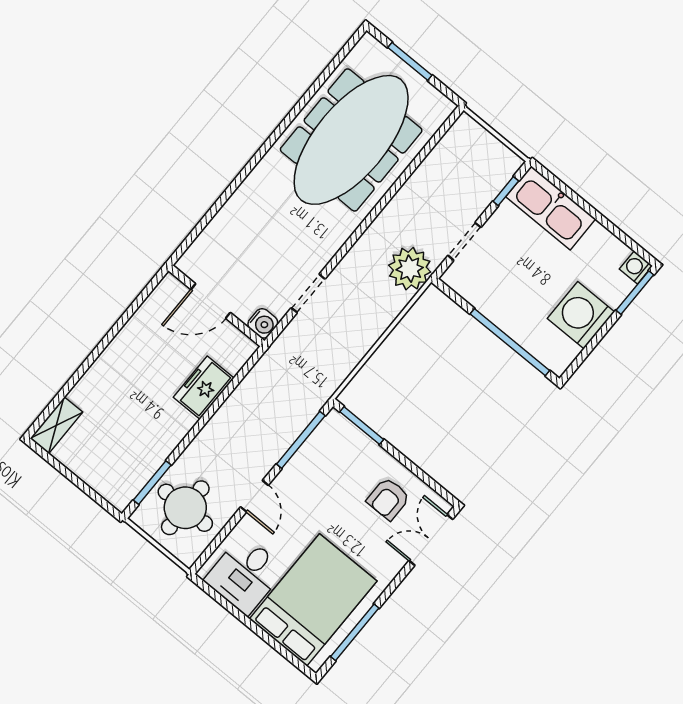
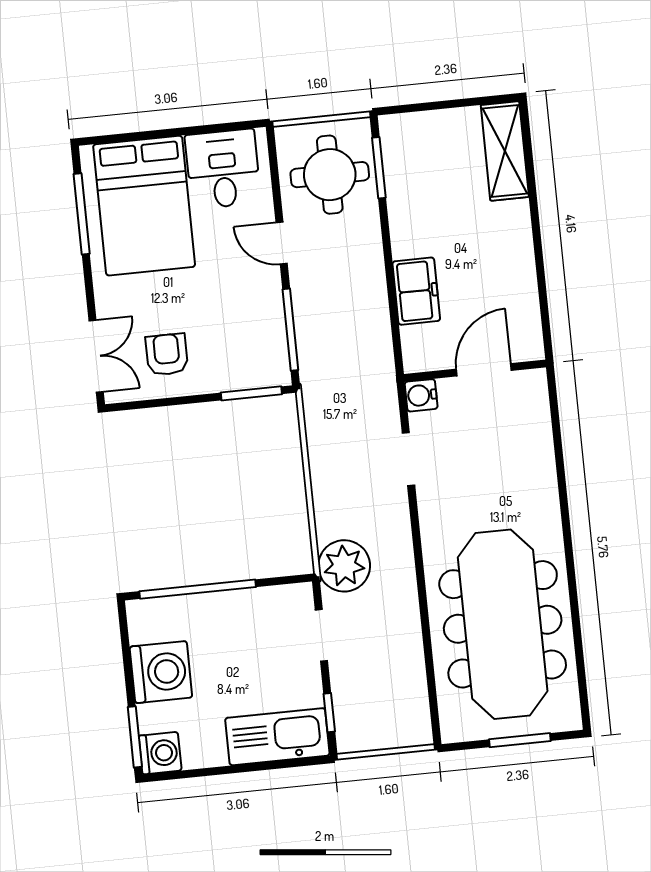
washing machine: (636, 267) -> (160, 753), width x1.38, depth x1.38
shelving: (56, 425) -> (505, 151), width x1.50, depth x1.33

